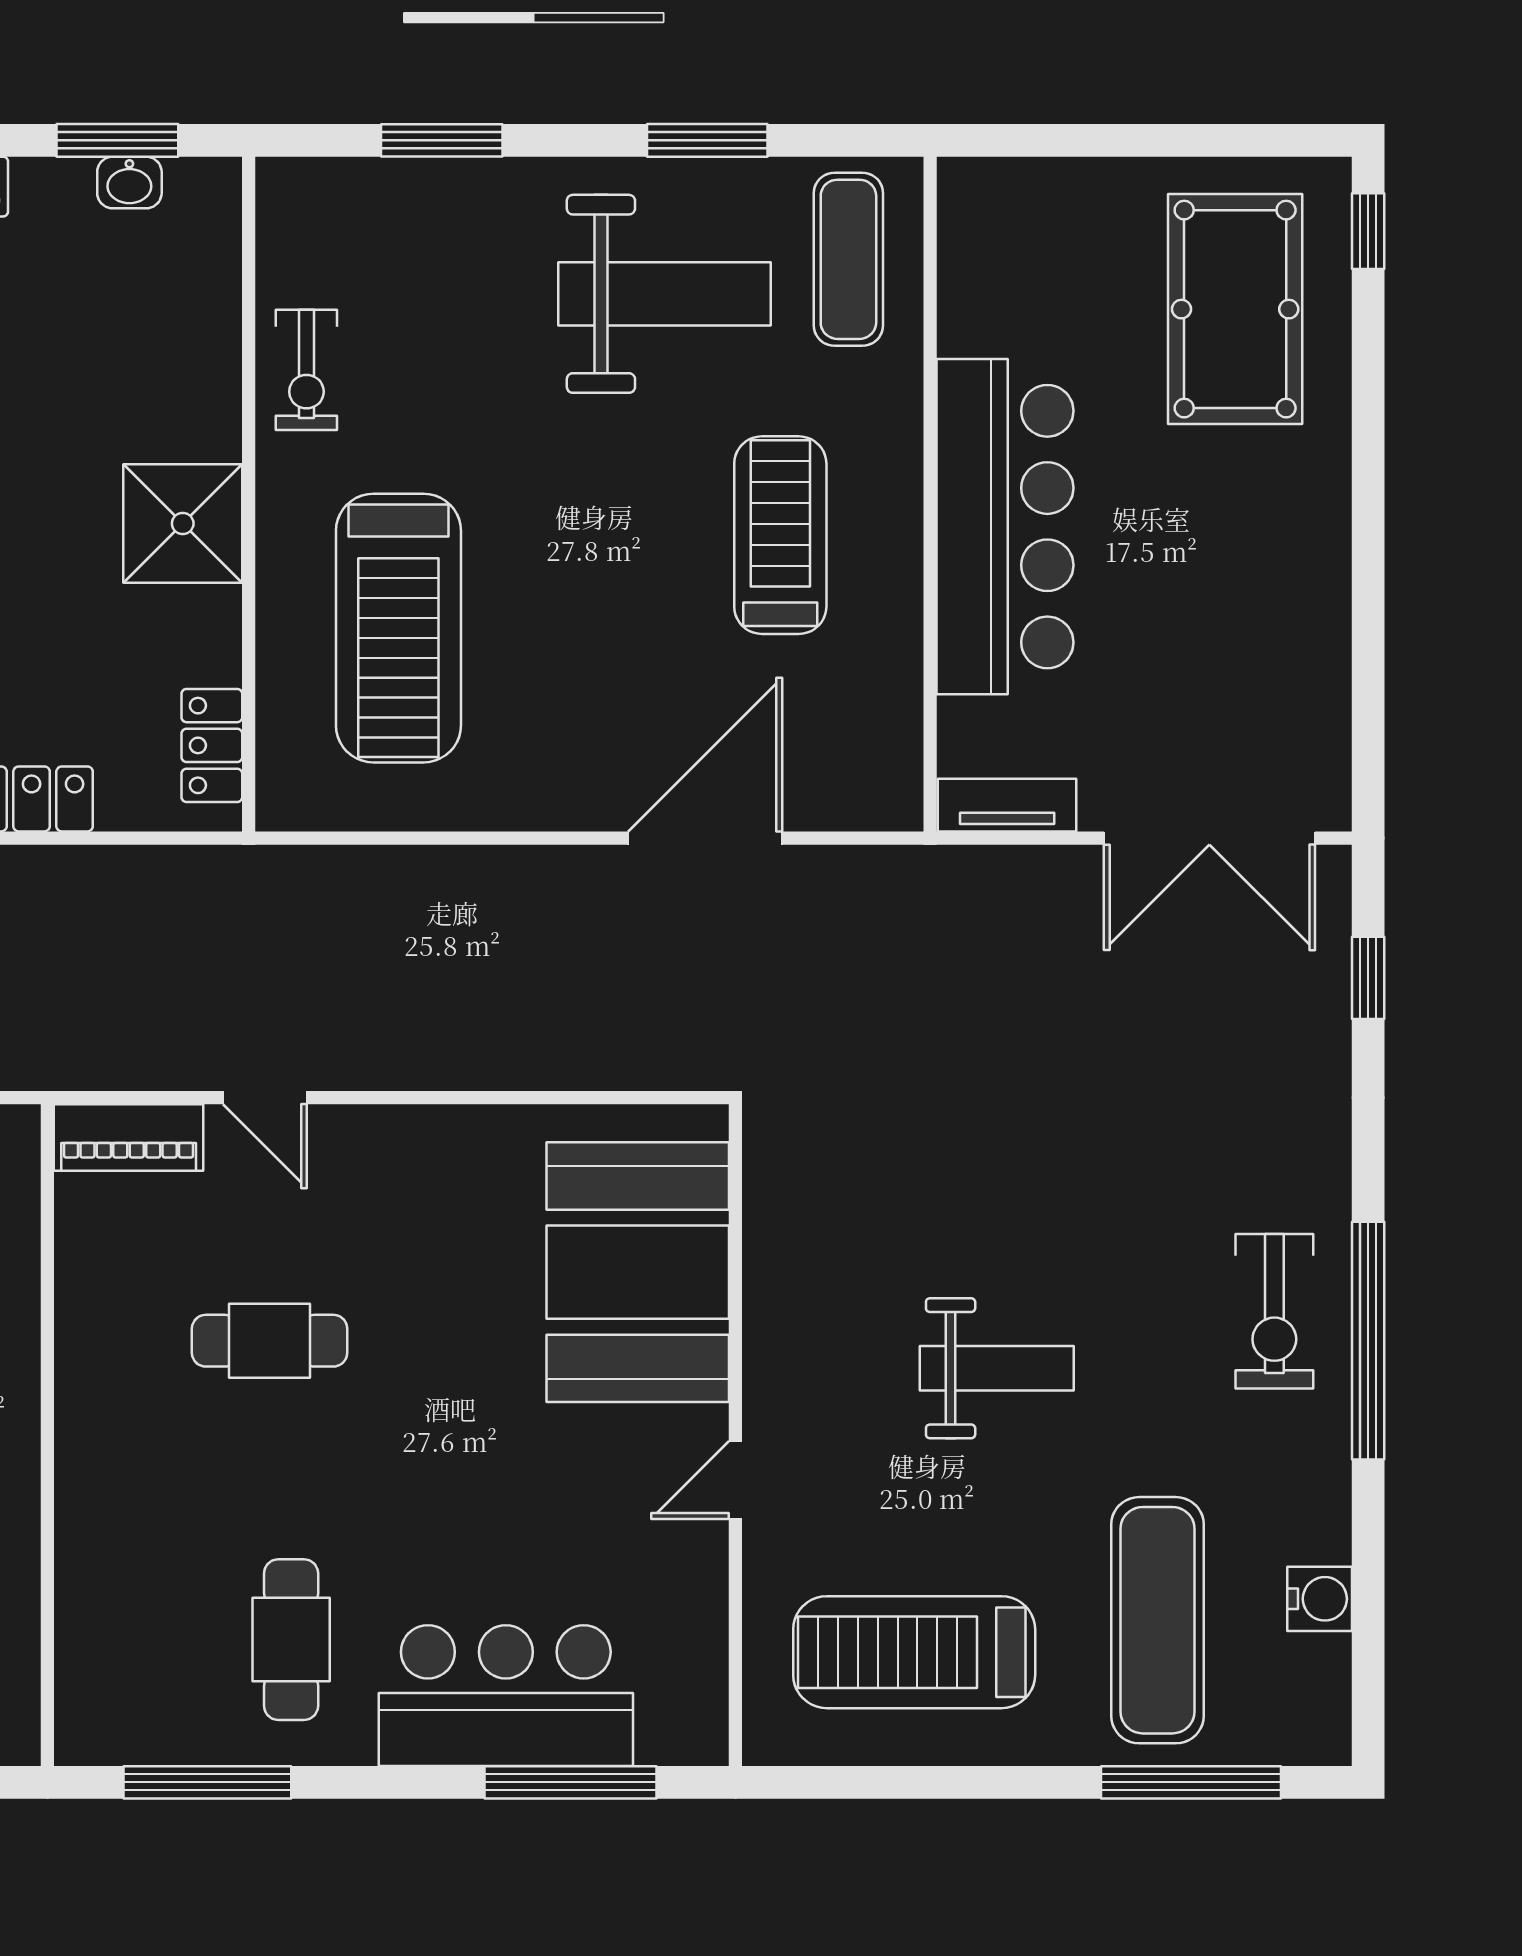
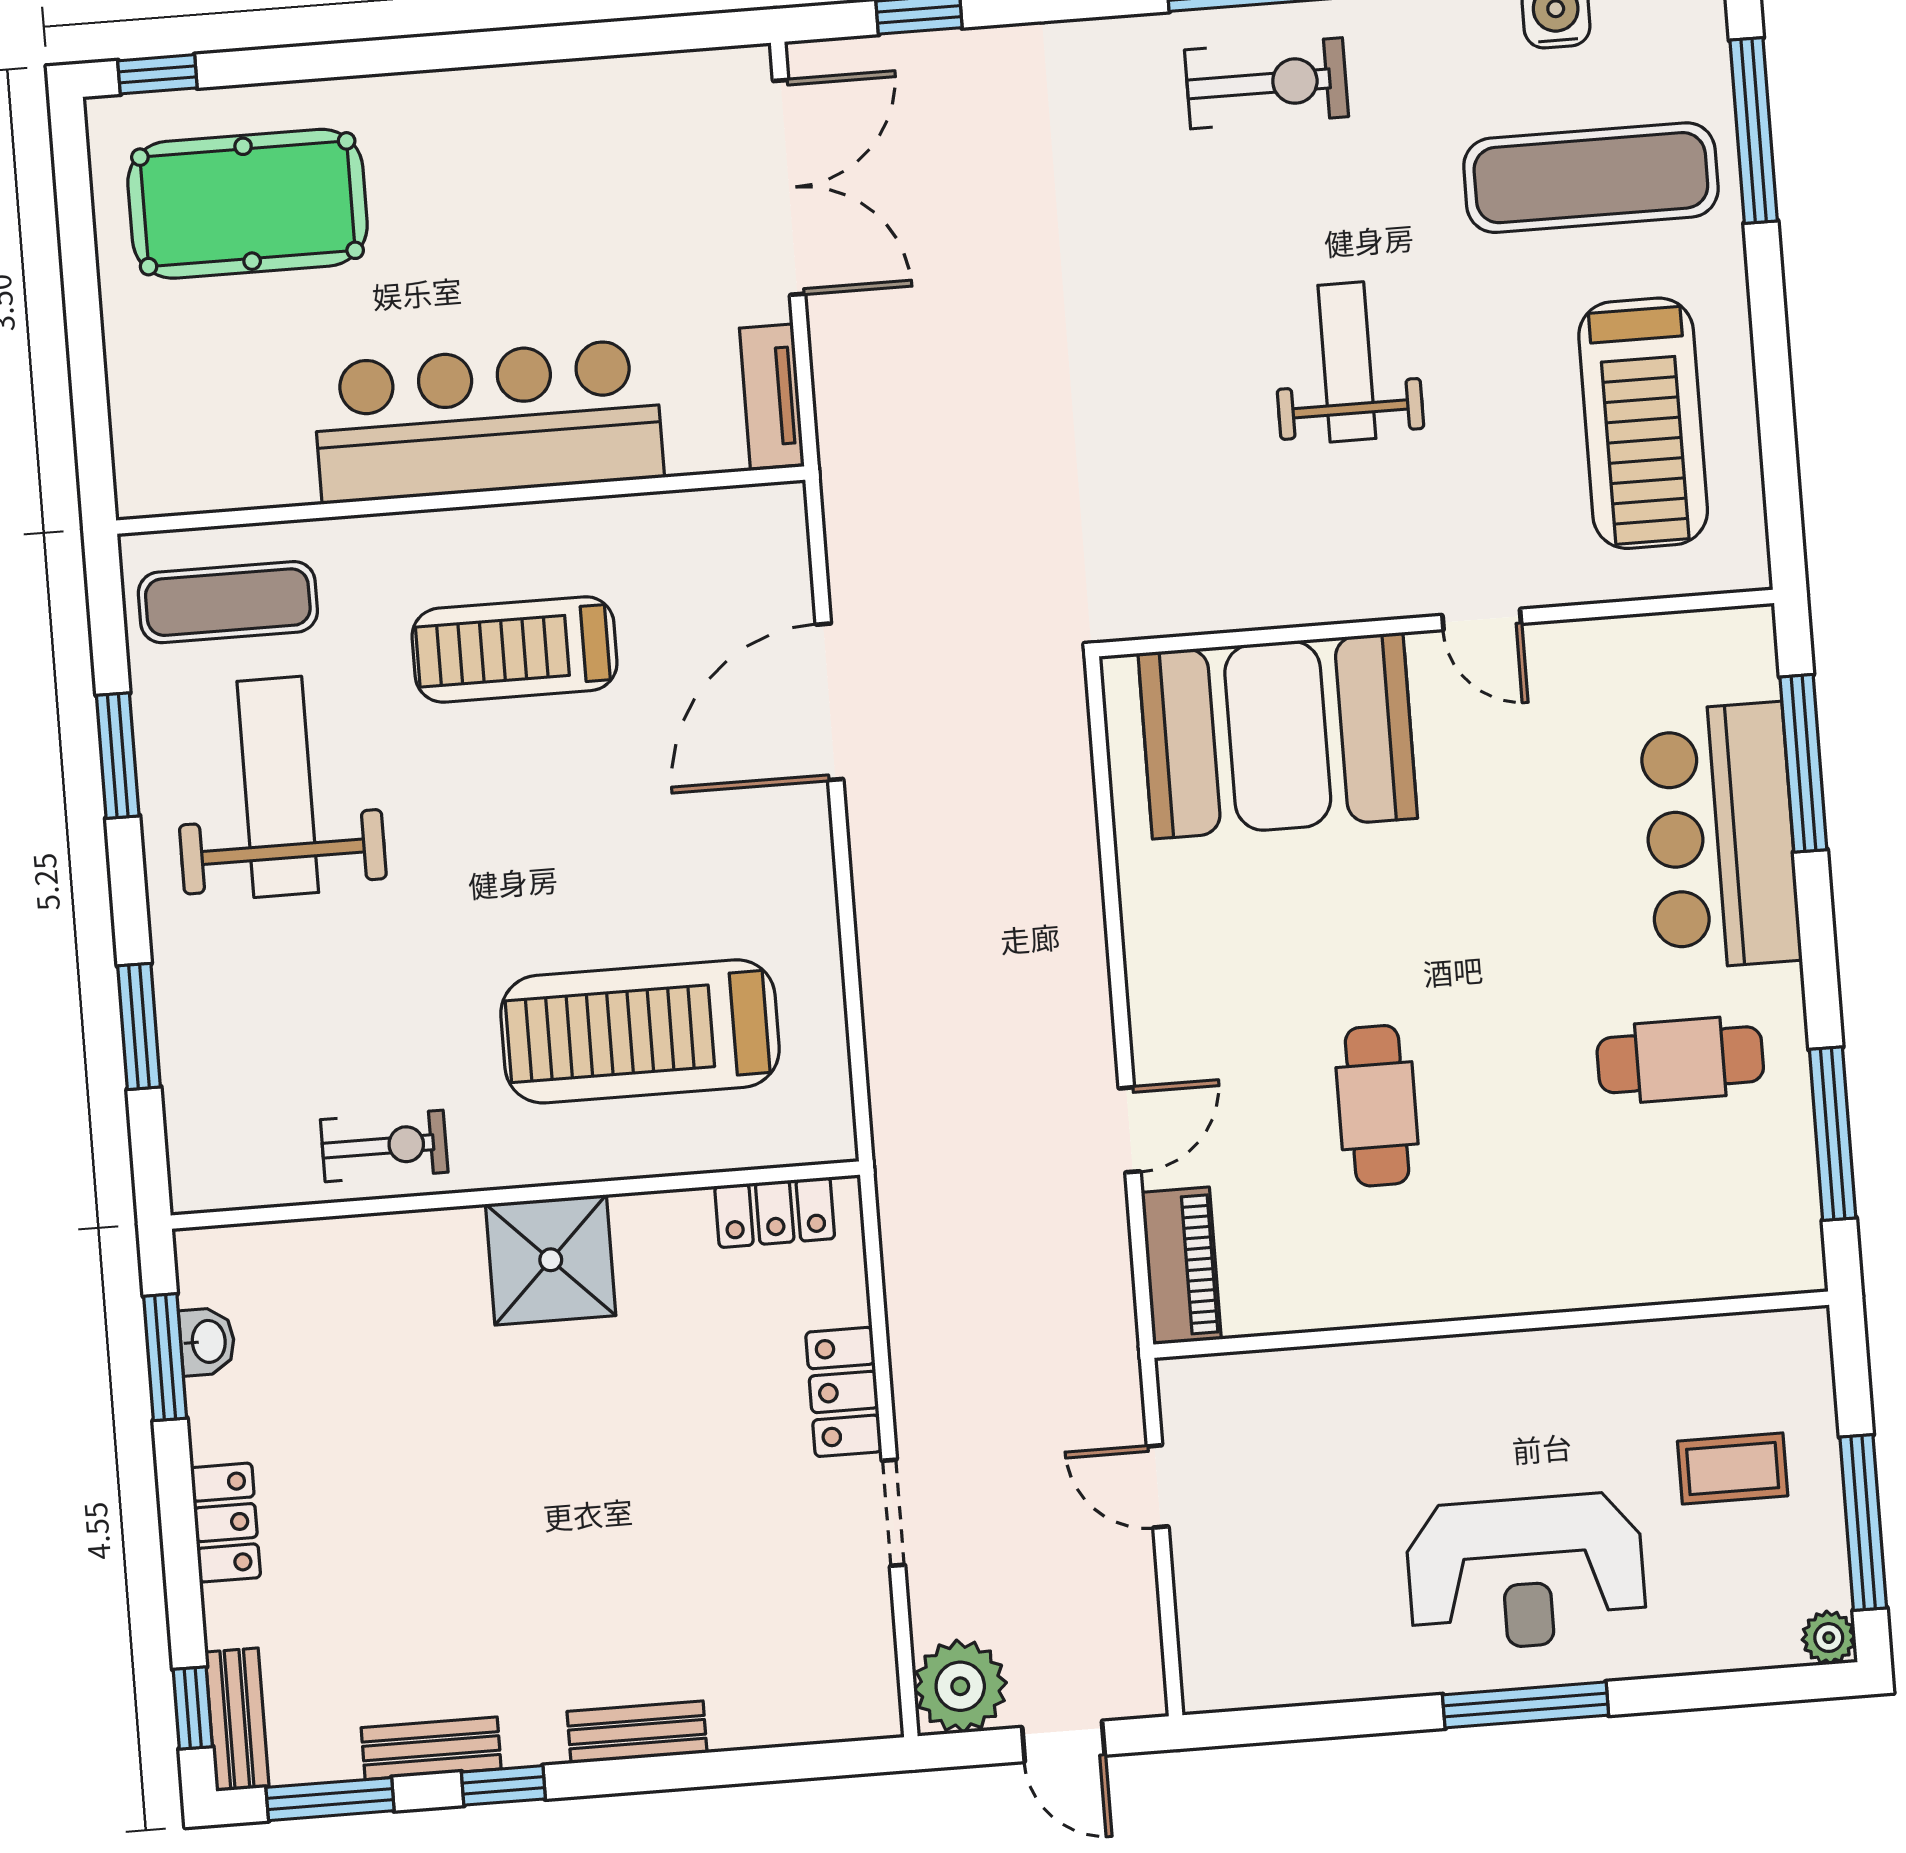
treadmill: (398, 628) -> (640, 1031), turned 180
door: (705, 838) -> (830, 702), hinge flipped

